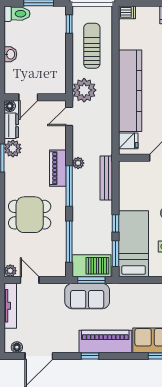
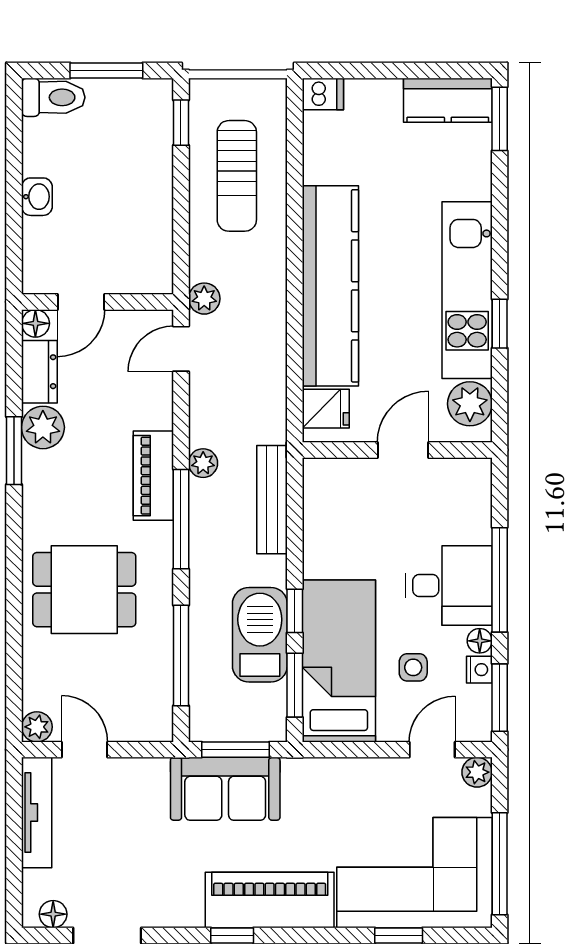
sun lounger: (92, 46) -> (237, 176), turned 180
plant: (84, 90) -> (204, 299), width x0.53, depth x0.53
barbecue: (92, 266) -> (260, 635), moved, turned -90

